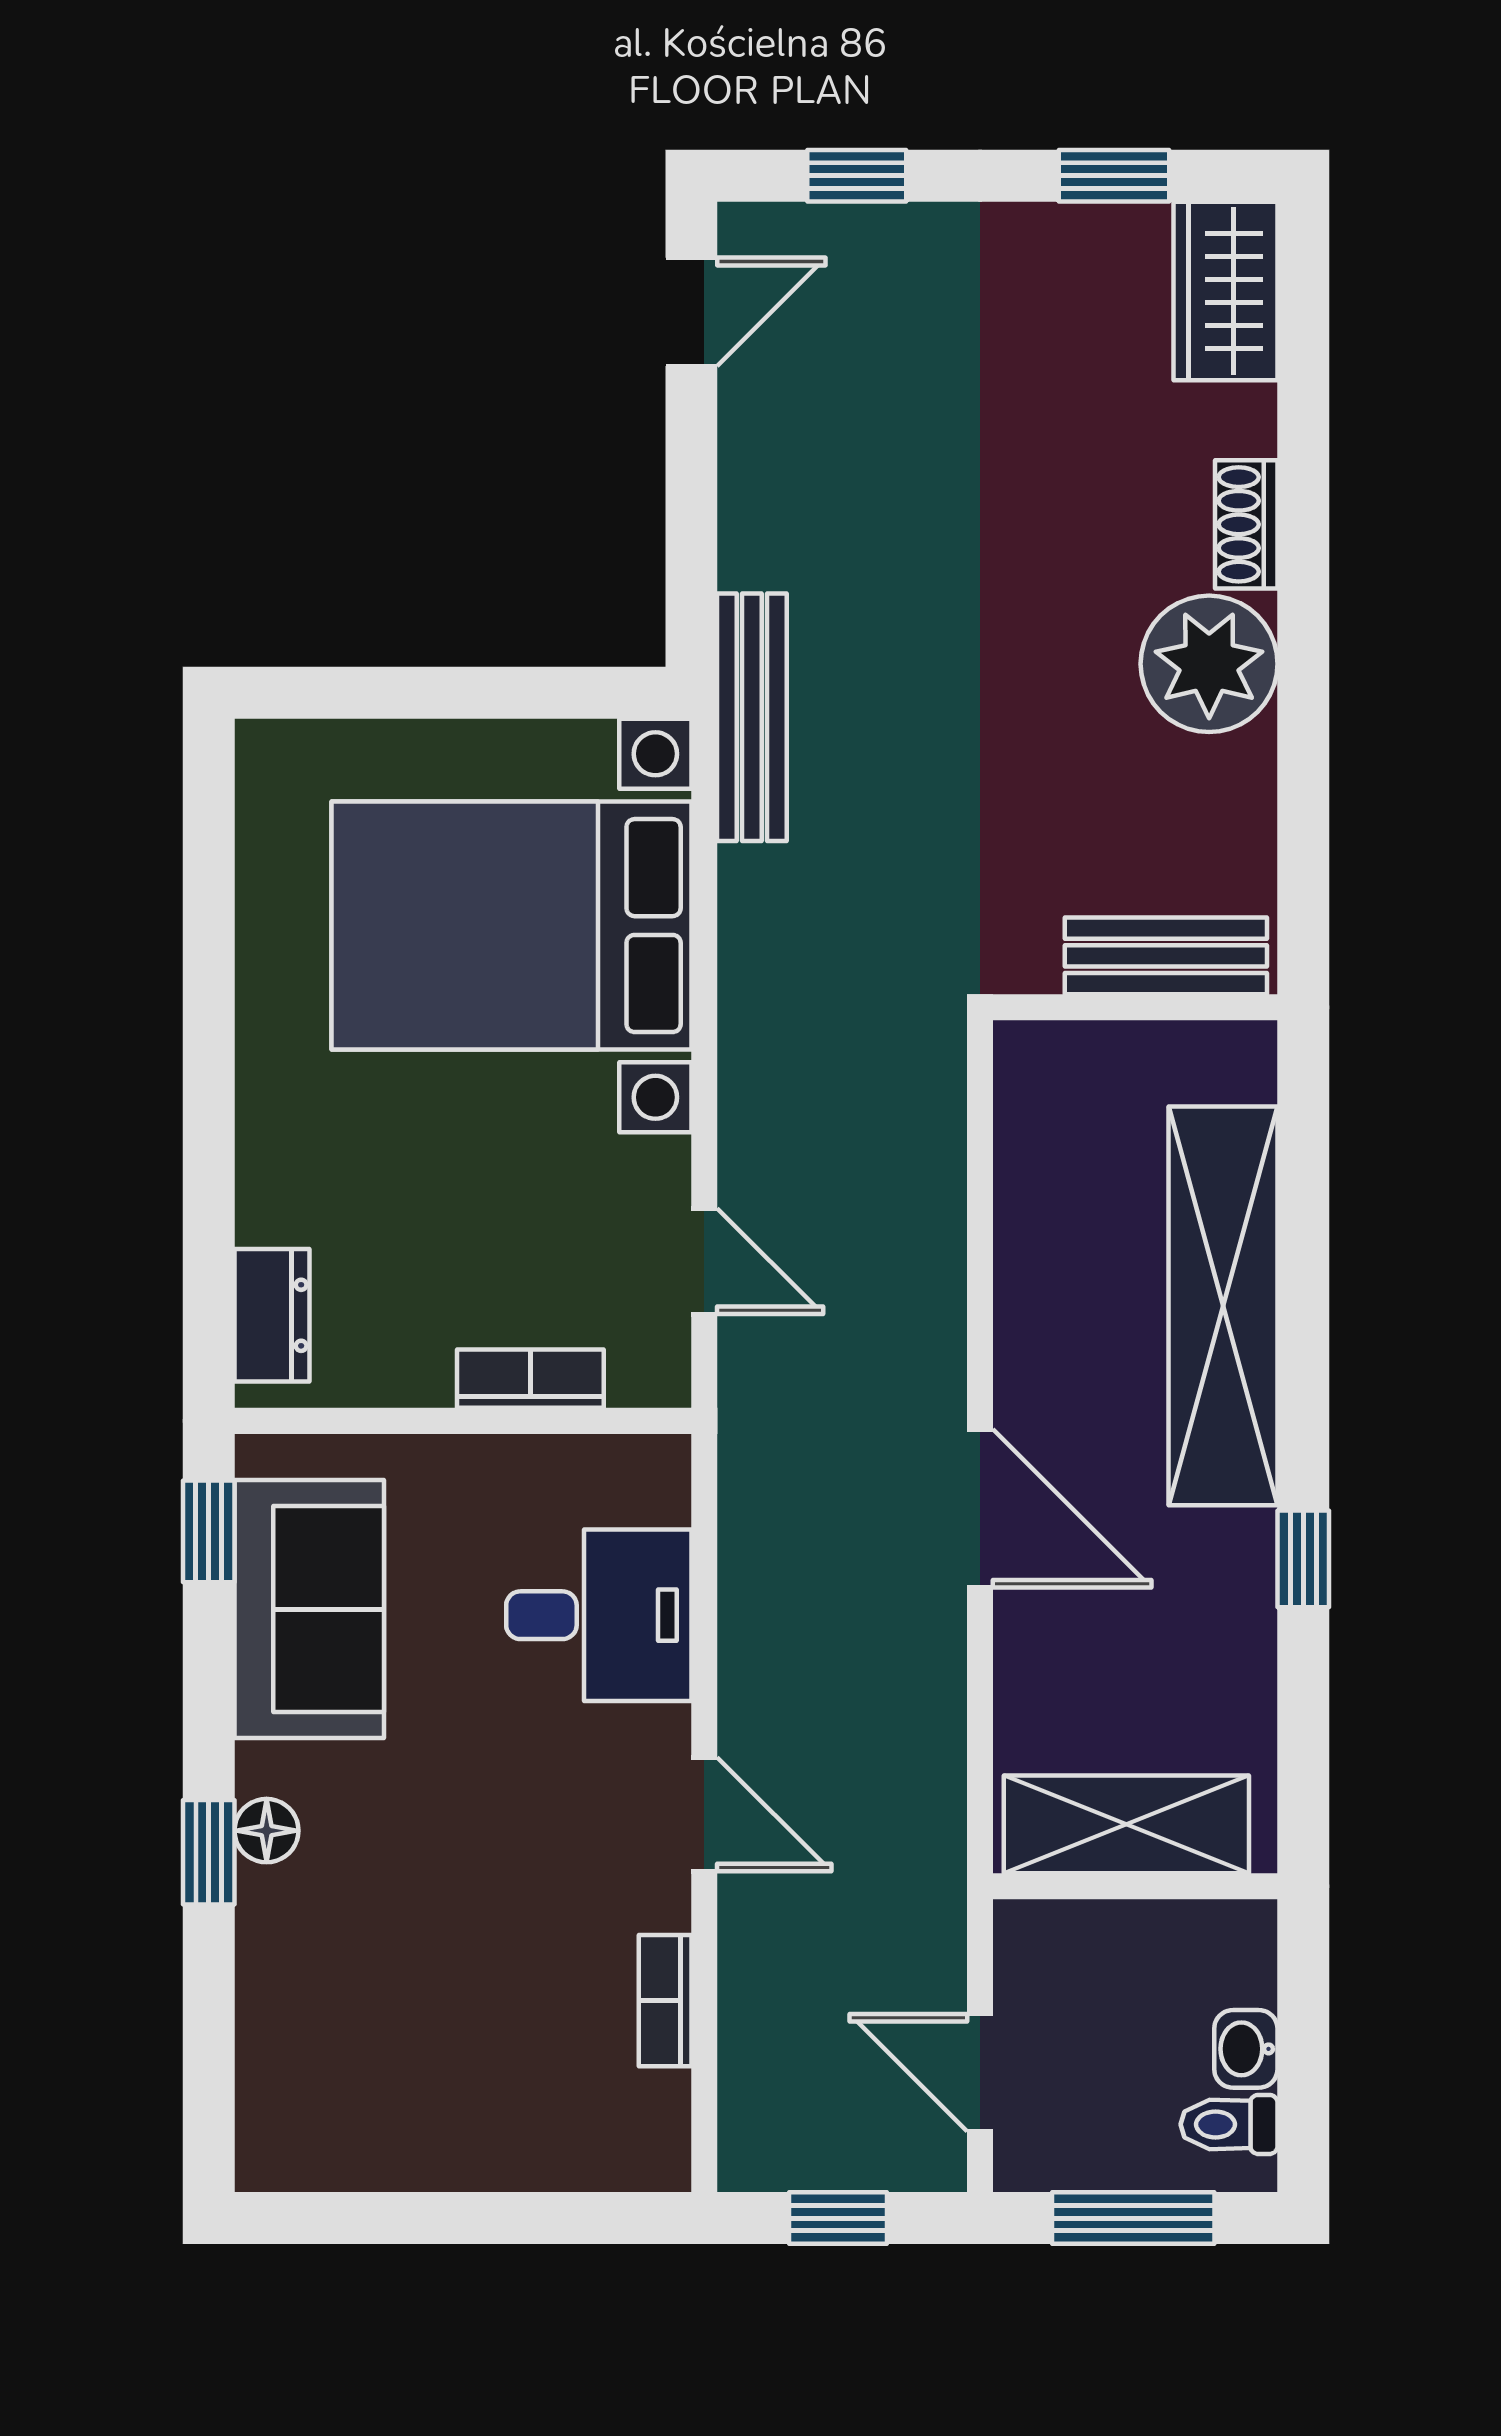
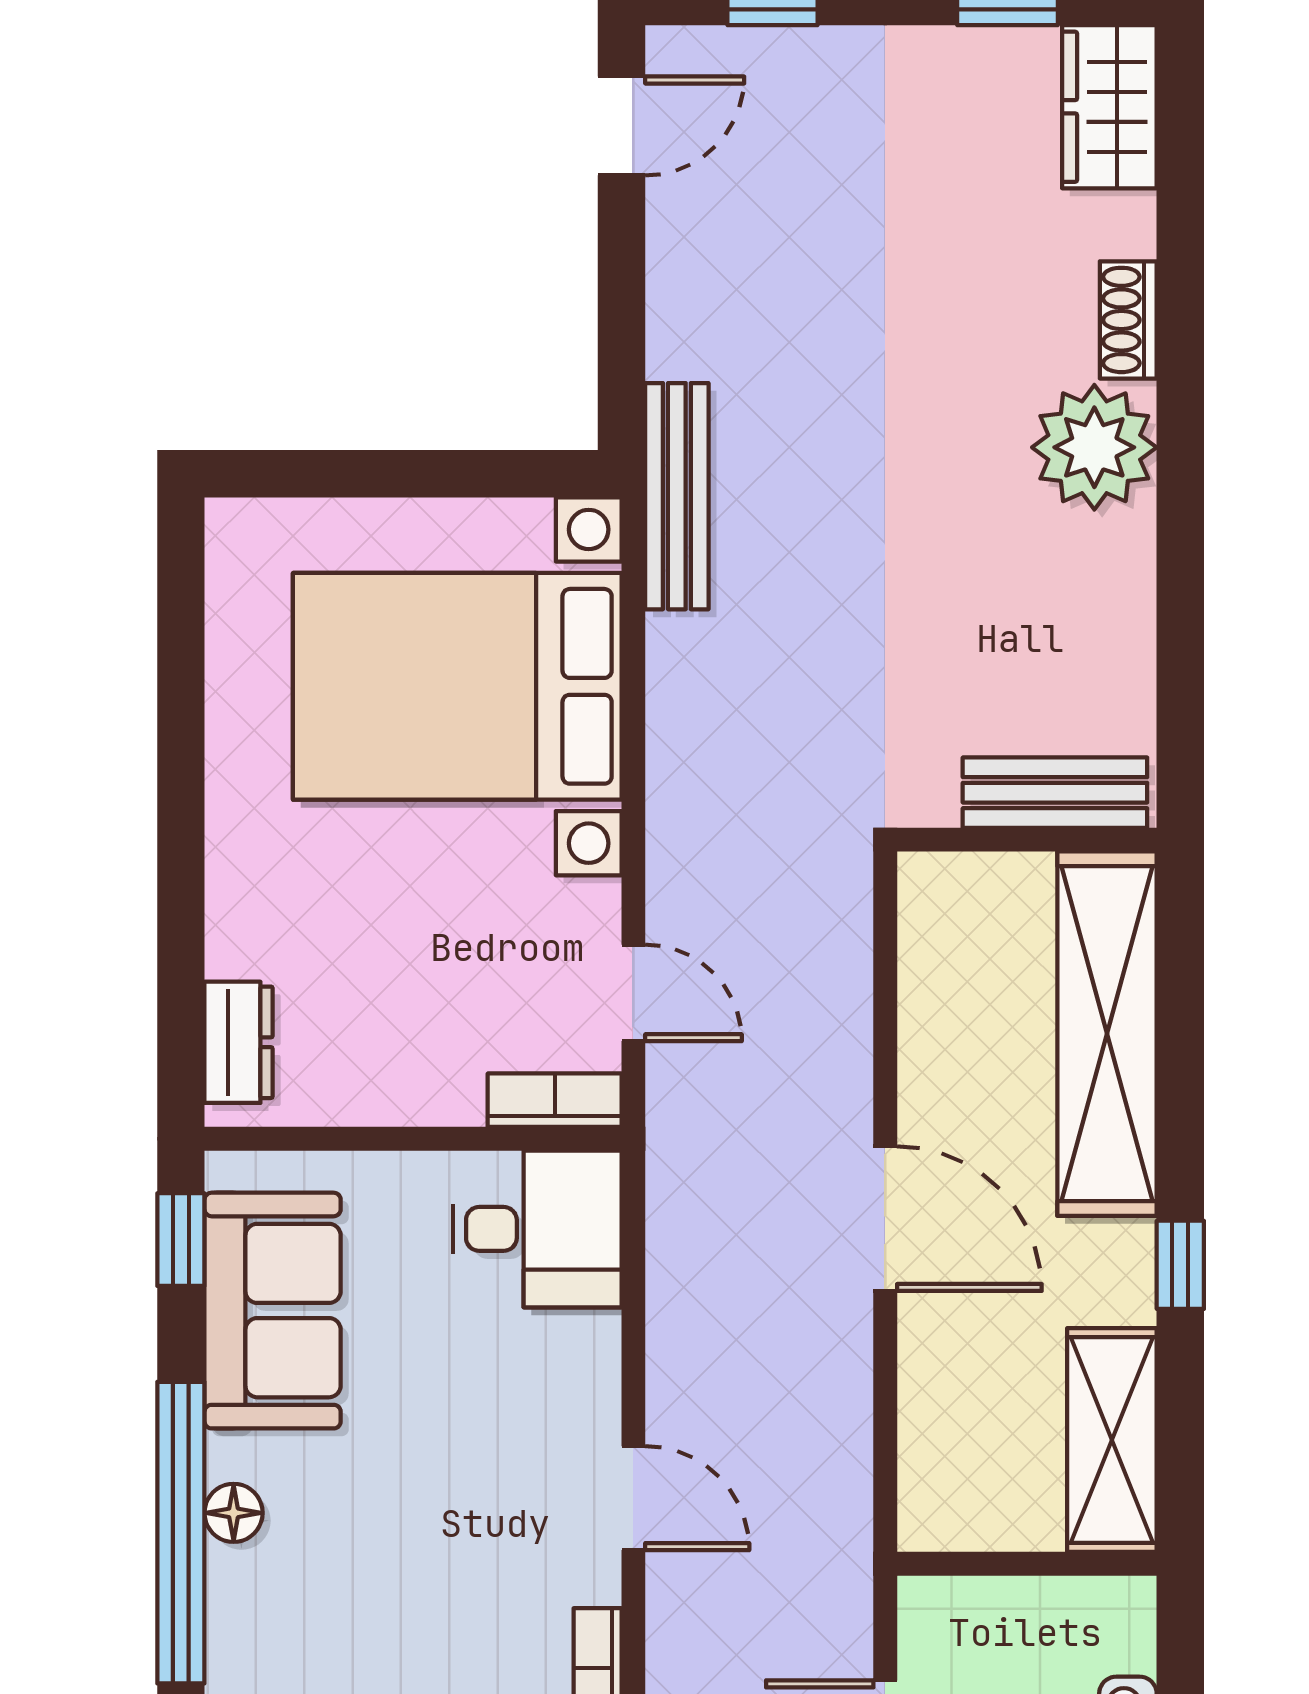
bench: (1166, 956) -> (1055, 793), moved
wall: (1135, 1007) -> (1027, 840), moved
bookcase: (530, 1379) -> (555, 1100), moved
desk: (599, 1615) -> (537, 1229), moved
shelving: (1126, 1824) -> (1112, 1440), moved, turned 90
window: (209, 1852) -> (181, 1533), width x3.17

